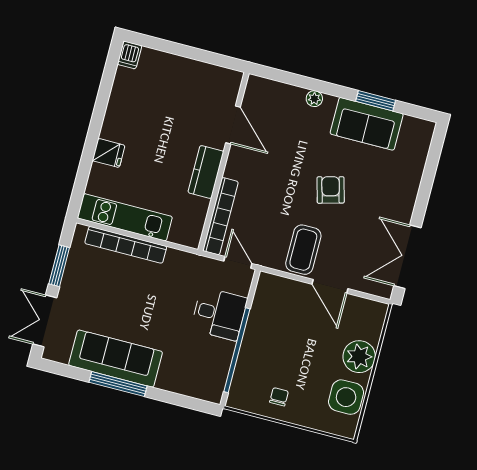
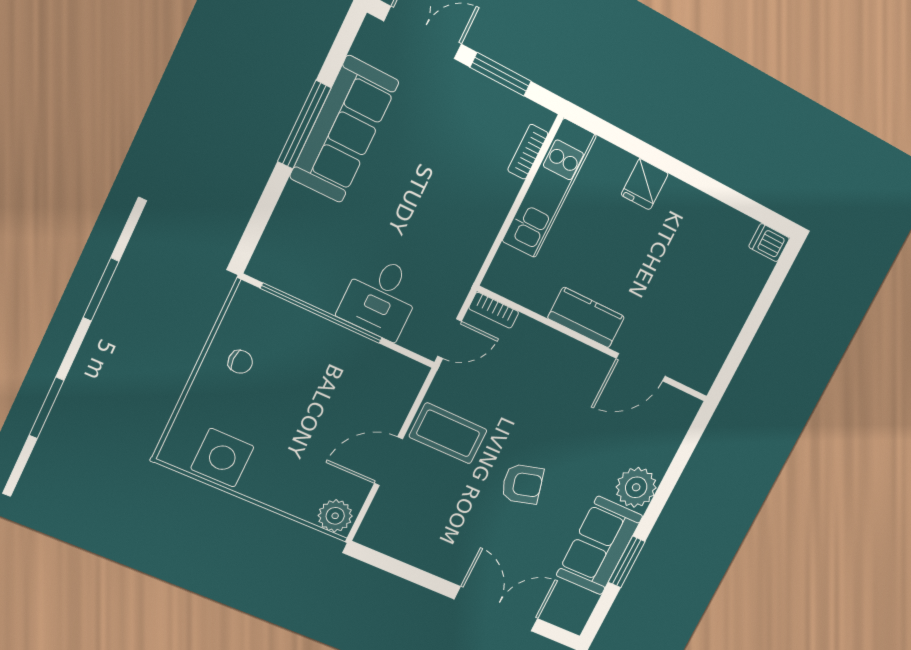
plant: (314, 99) -> (636, 487), width x1.87, depth x1.87
bookcase: (220, 216) -> (494, 310), width x0.43, depth x0.76
bookcase: (126, 245) -> (528, 152), width x0.43, depth x0.76
double door: (407, 257) -> (496, 609), moved
plant: (359, 357) -> (335, 516), moved, width x0.73, depth x0.73

